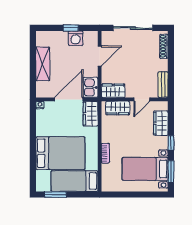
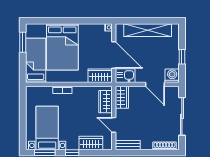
washing machine: (76, 38) -> (172, 76), moved, turned 90
shelving: (43, 64) -> (148, 30), width x1.47

